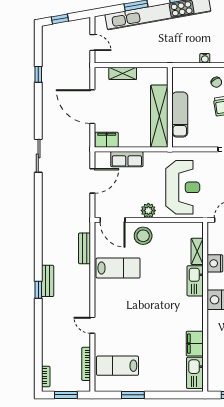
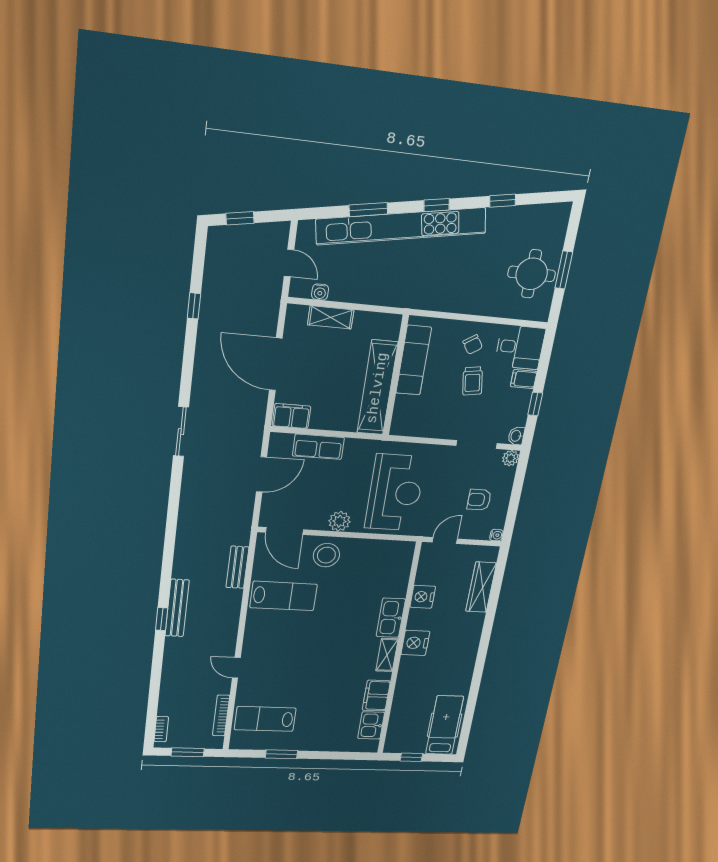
water cooler: (205, 58) -> (320, 292), moved
exam couch: (180, 114) -> (414, 360), moved
shelving: (197, 251) -> (387, 655), moved
bench: (48, 281) -> (177, 608), width x1.36
kitchen sink: (195, 373) -> (371, 725), width x0.73

